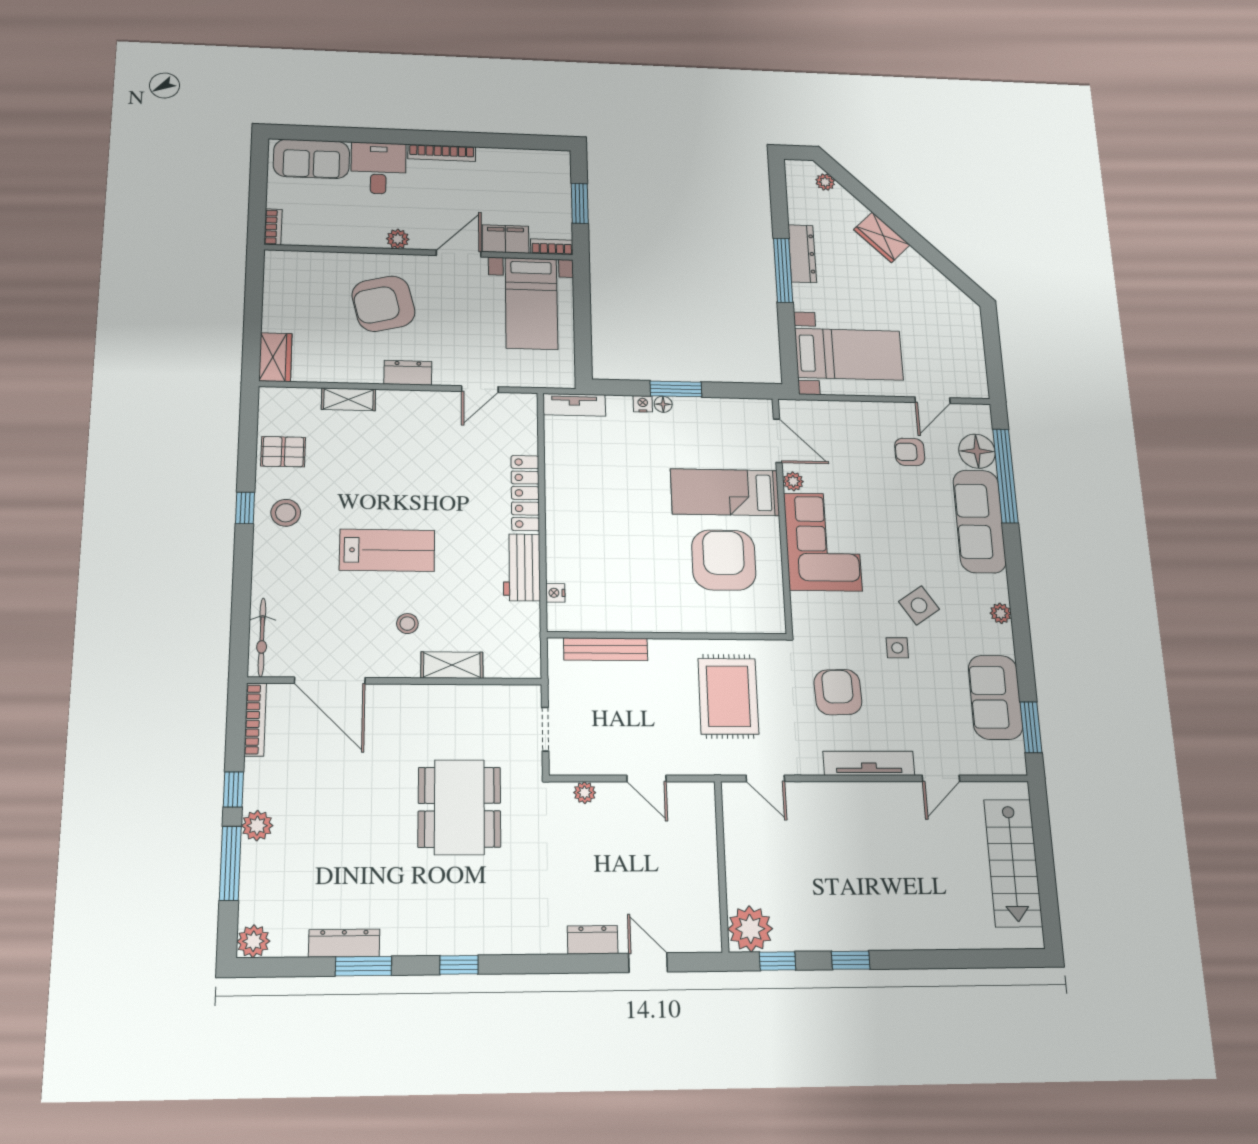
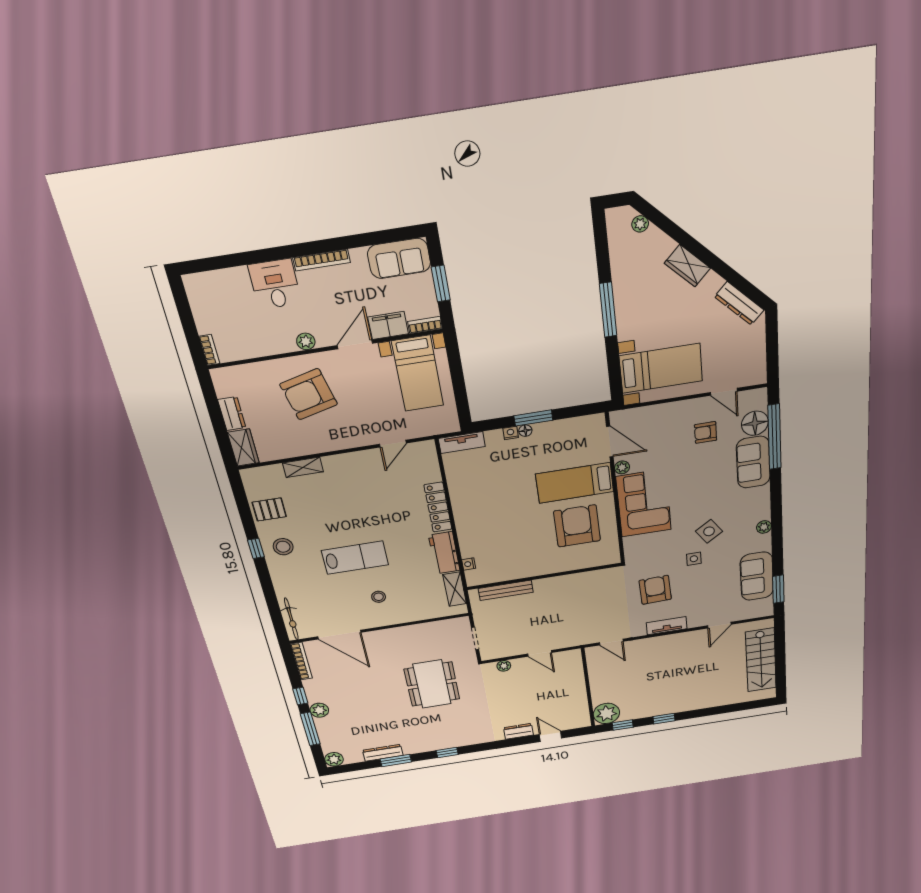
sofa: (311, 159) -> (399, 258), moved
dresser: (802, 254) -> (739, 303), moved, turned 135
dresser: (408, 373) -> (232, 414), moved, turned 90
door: (933, 400) -> (724, 392), hinge flipped
sofa: (980, 521) -> (753, 462), width x0.73
shelving: (452, 665) -> (455, 589), moved, turned 90
rug: (728, 696) -> (586, 603), removed
tv unit: (869, 763) -> (667, 626), width x0.71

